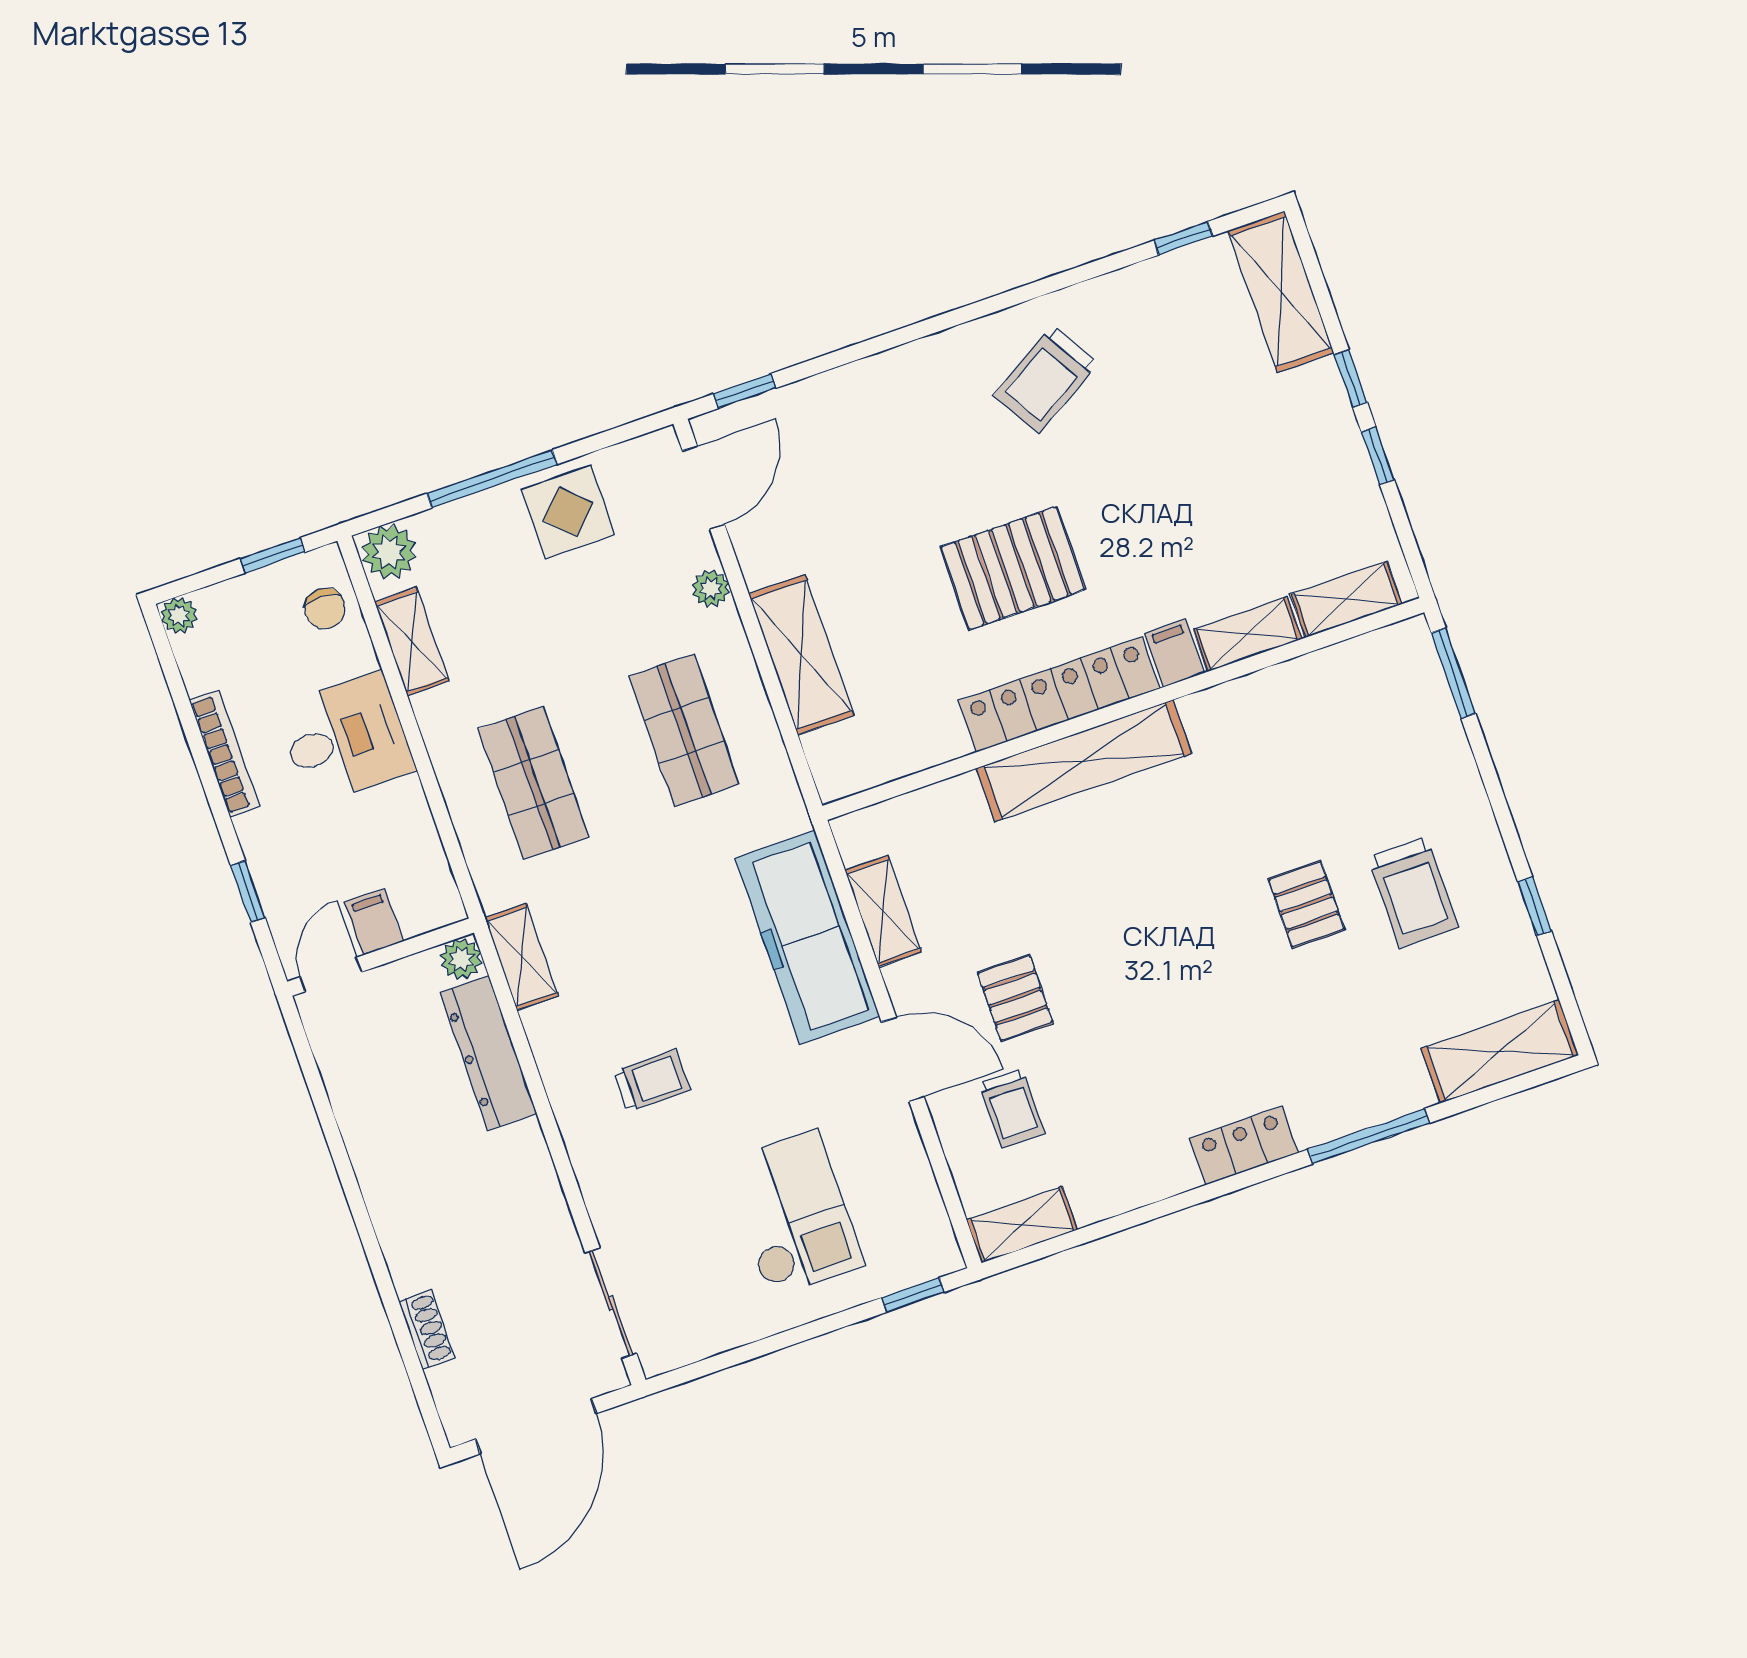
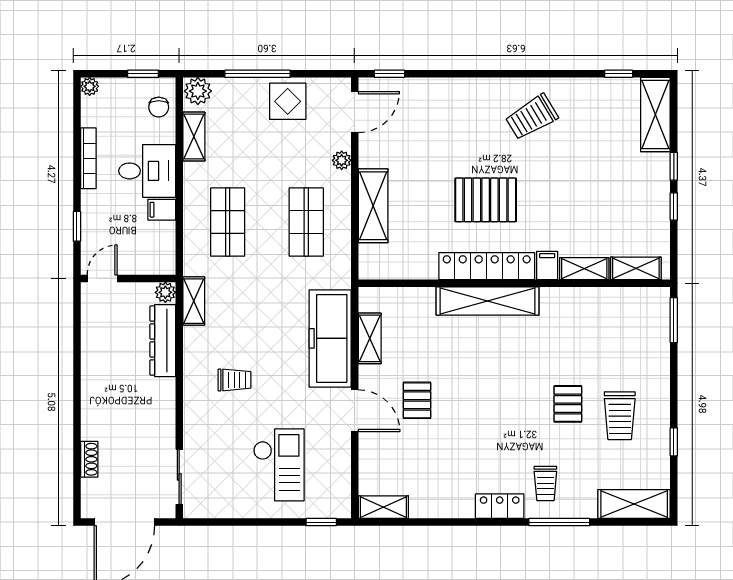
filing cabinet: (374, 922) -> (162, 210), moved, turned -90
trolley: (1012, 1108) -> (545, 484), moved

